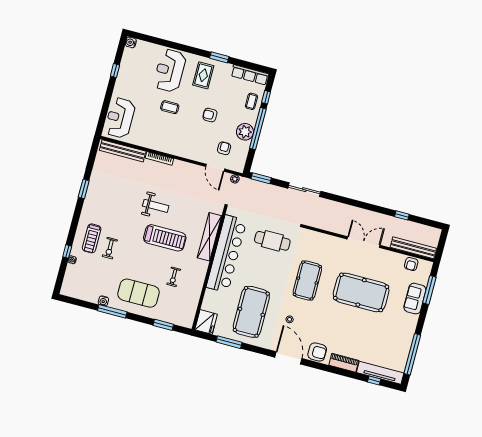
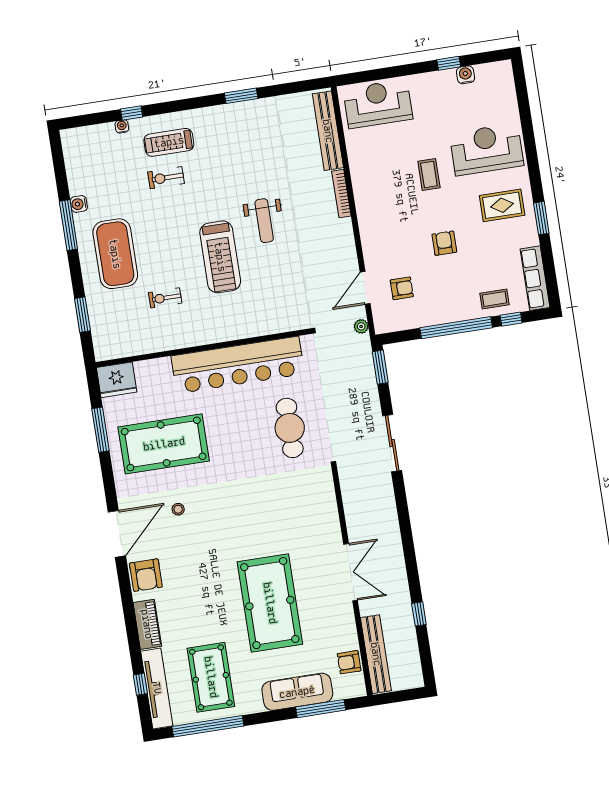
water cooler: (131, 42) -> (466, 75), moved
plant: (245, 132) -> (442, 310), removed
shelving: (209, 237) -> (253, 326), removed
pool table: (307, 281) -> (211, 677), moved, turned 90
sofa: (415, 299) -> (297, 692), width x1.36

